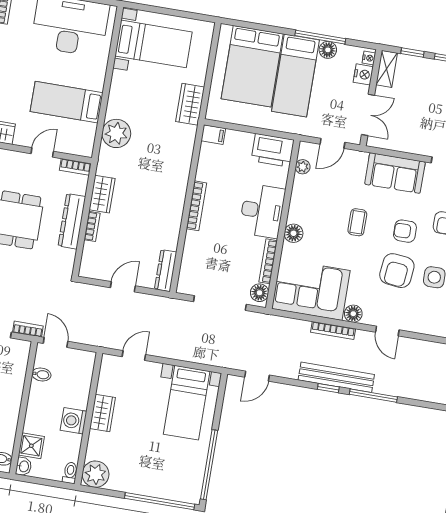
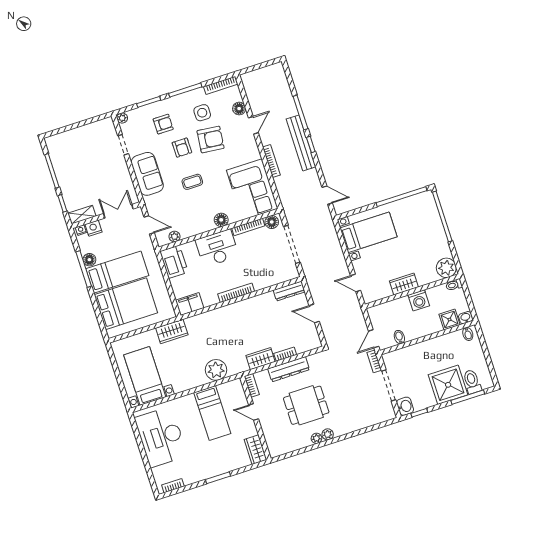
filing cabinet: (213, 135) -> (190, 304), width x2.00
floor lamp: (353, 314) -> (239, 109), moved

